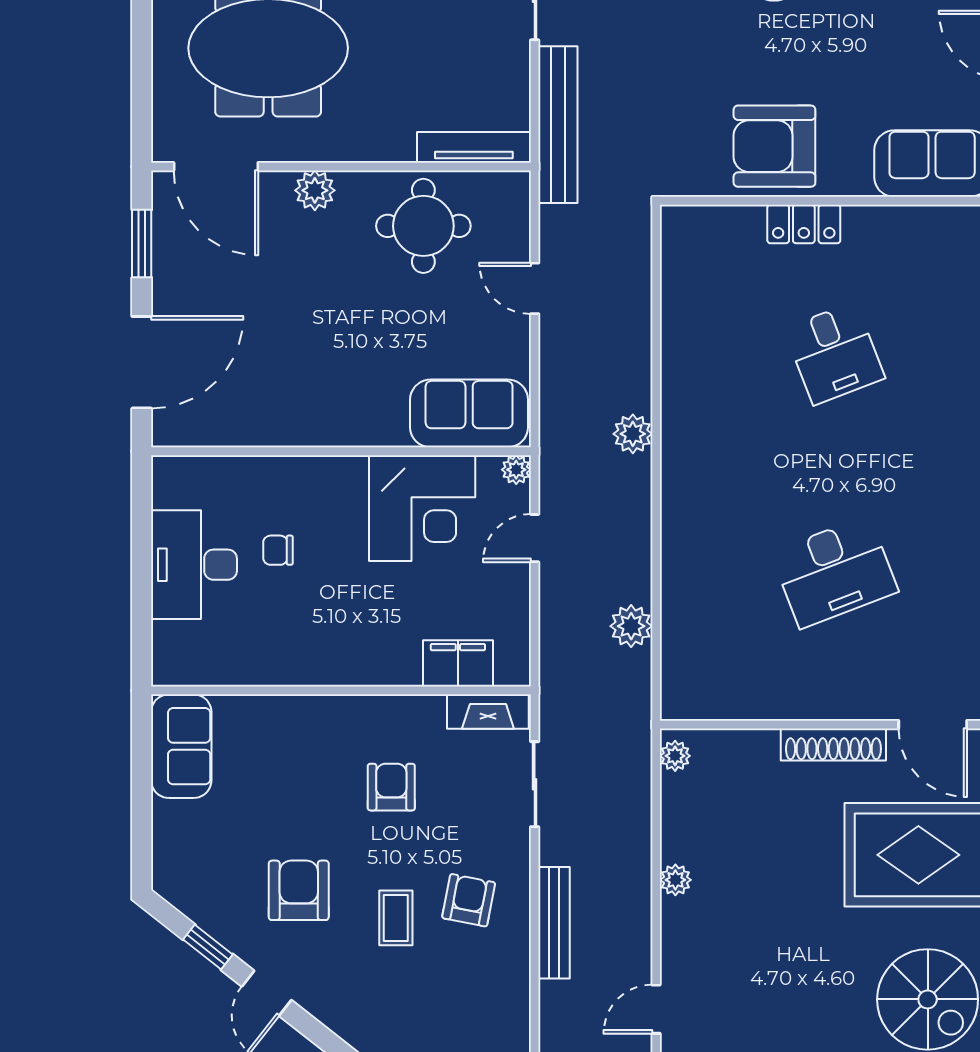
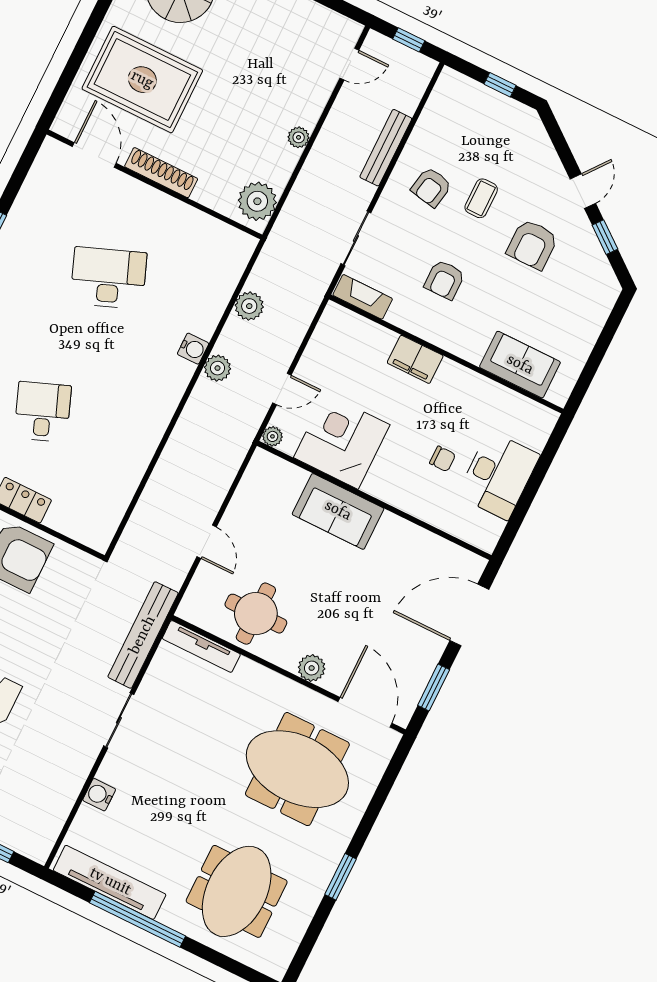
sofa: (469, 413) -> (338, 511), moved
plant: (633, 434) -> (217, 368), moved
water cooler: (678, 534) -> (193, 349), added
filing cabinet: (458, 663) -> (415, 359), moved
sofa: (181, 746) -> (520, 365), moved, turned 90
plant: (675, 756) -> (257, 201), width x1.88, depth x1.88

